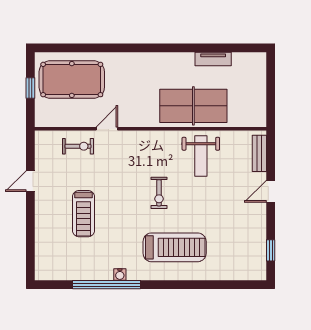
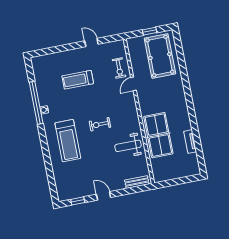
door: (107, 129) -> (133, 84), swing flipped
door: (271, 191) -> (104, 196), moved

